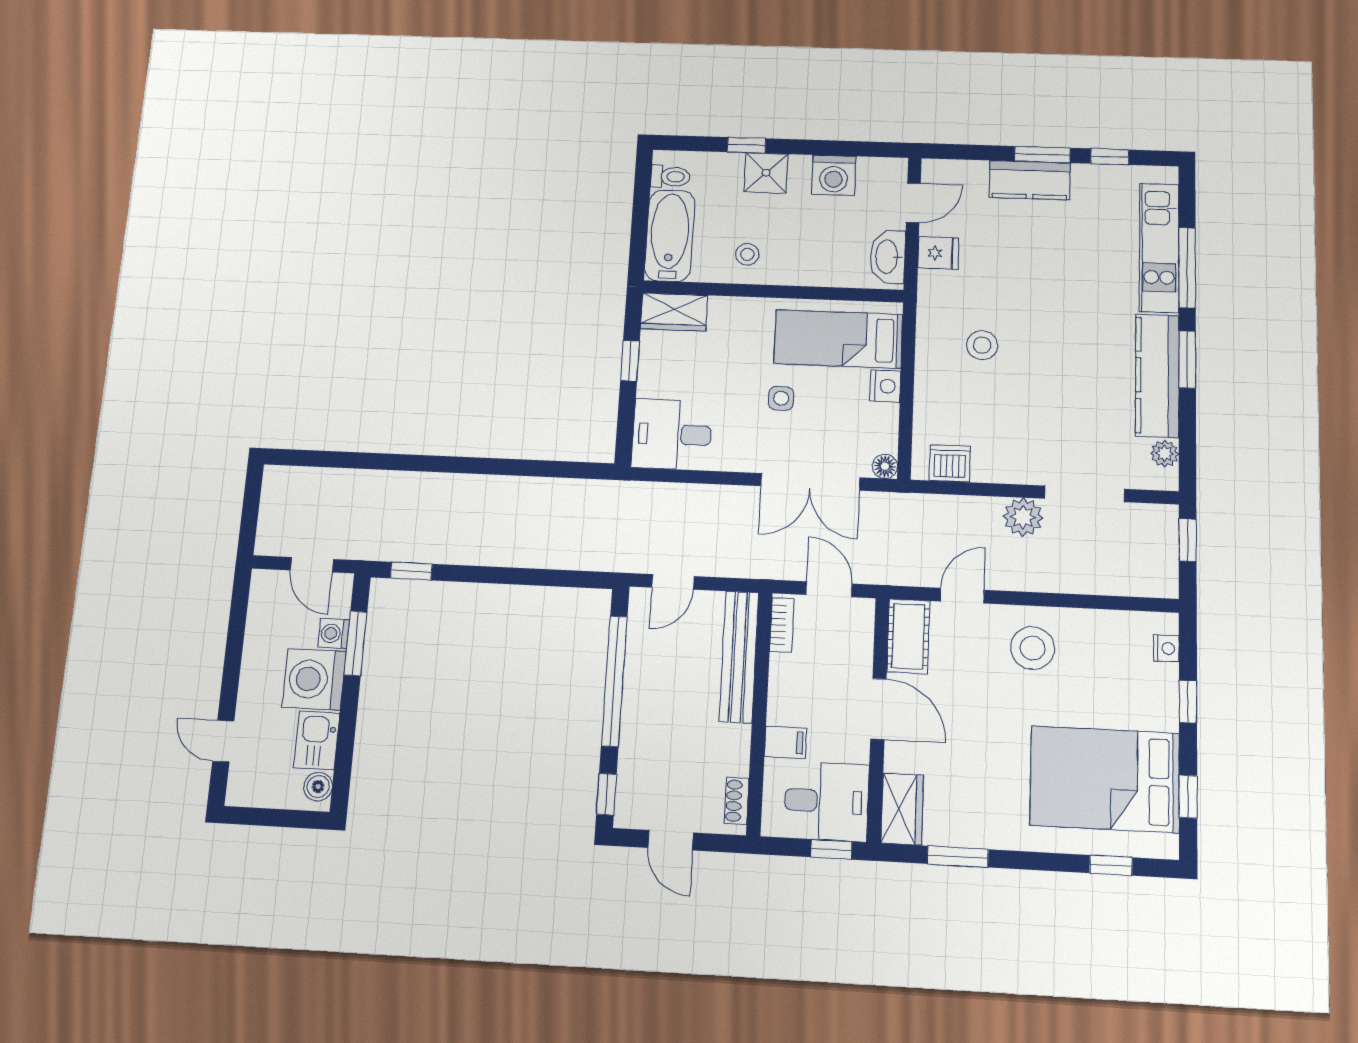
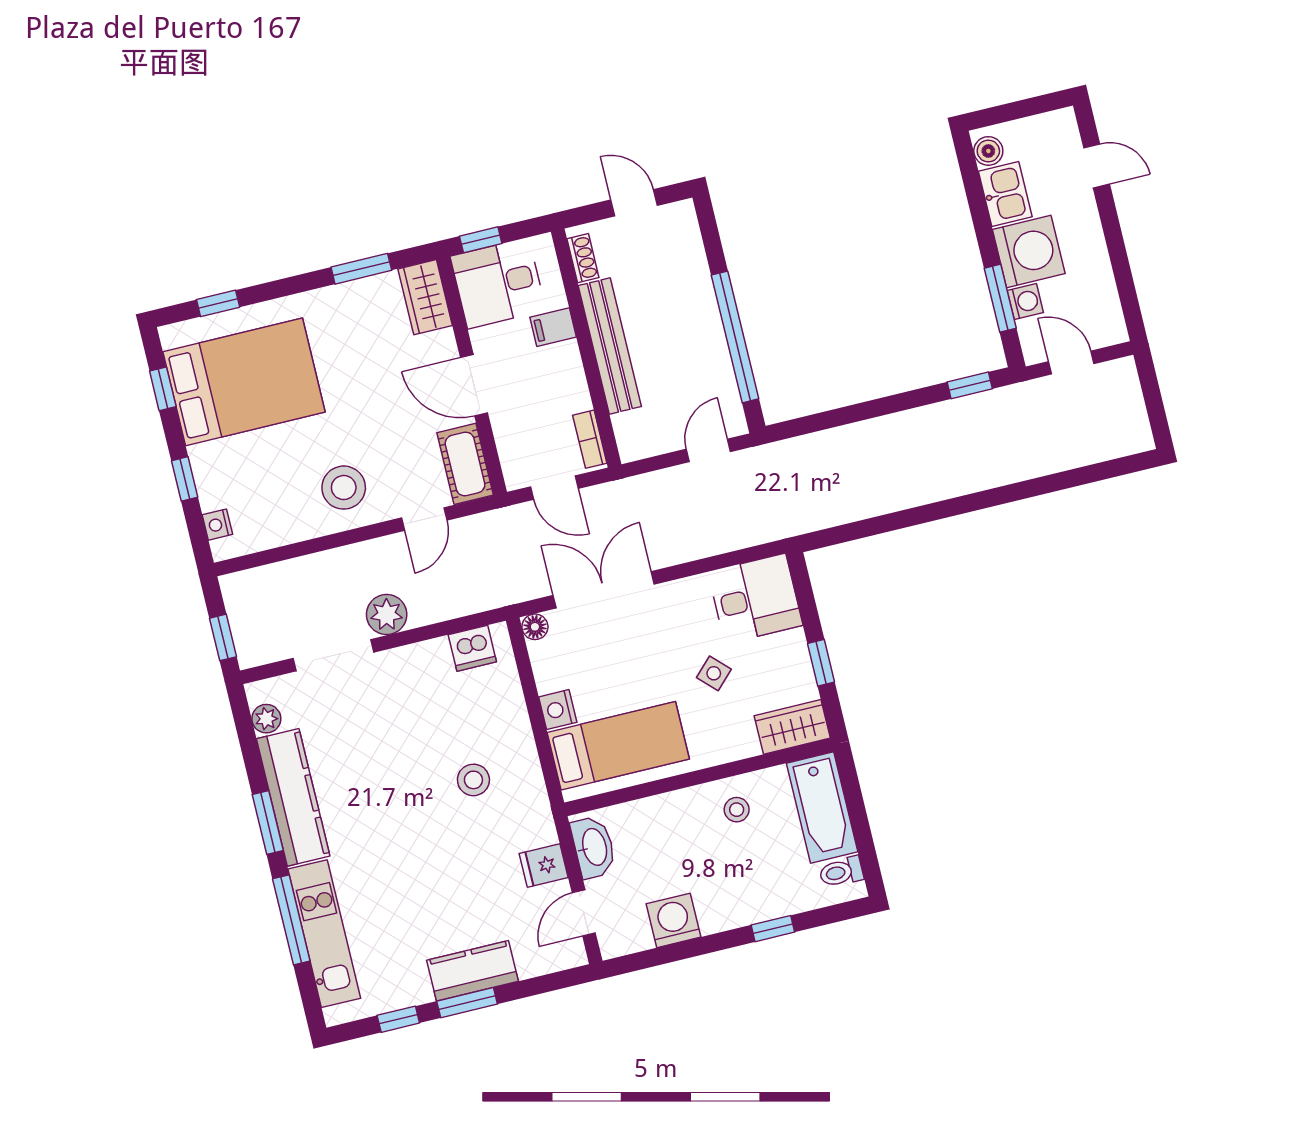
shower: (766, 173) -> (744, 904), removed
side table: (781, 398) -> (714, 673), moved, turned 45
bench: (739, 657) -> (610, 346), moved
window: (606, 794) -> (708, 227), removed

